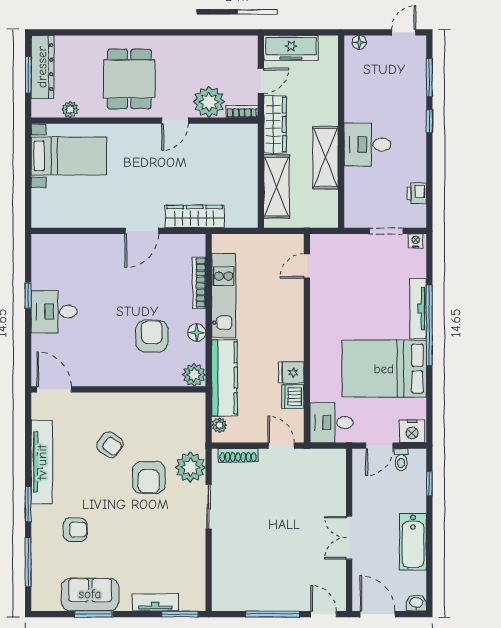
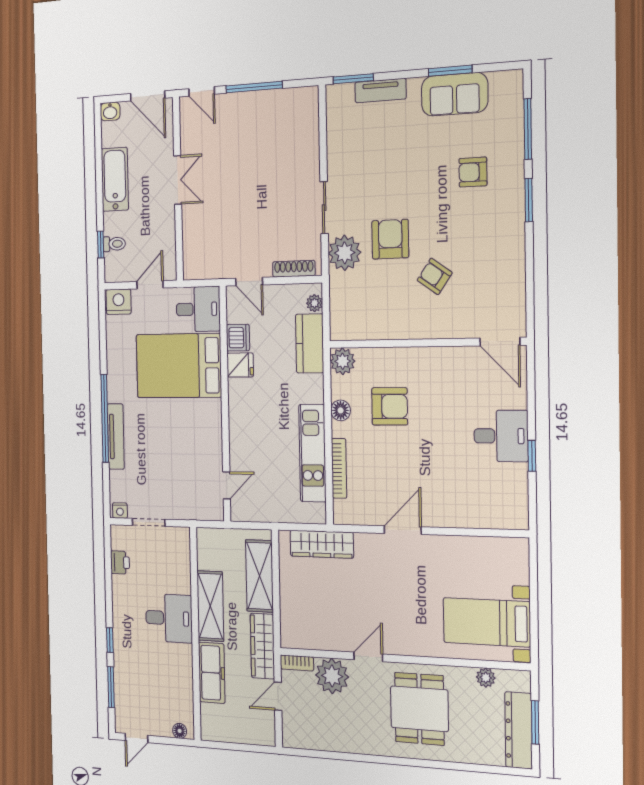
freezer: (291, 48) -> (212, 673), moved, turned 90
wardrobe: (195, 217) -> (322, 544), moved
armchair: (152, 336) -> (390, 406), turned -90
bed: (384, 369) -> (179, 366), moved, turned 180
kitchen counter: (224, 378) -> (310, 343), width x0.67
toilet: (401, 460) -> (114, 244), moved, turned 90
tv unit: (42, 462) -> (513, 253), removed

